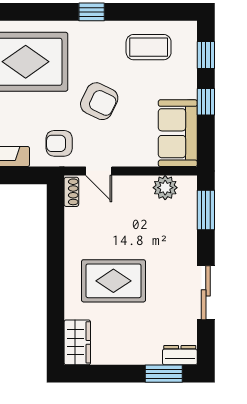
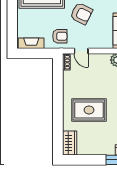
armchair: (59, 143) -> (60, 36), turned 180

